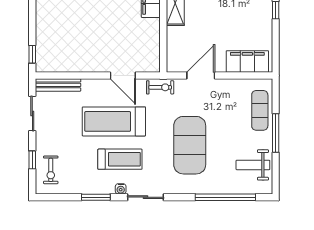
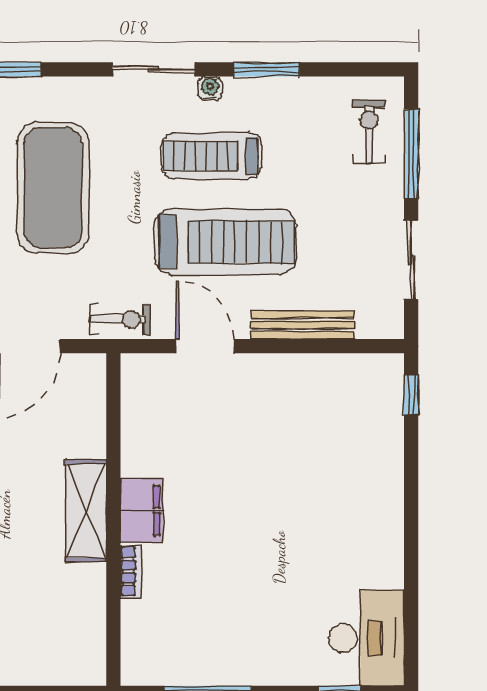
bench: (58, 85) -> (303, 325), moved
exercise bike: (160, 87) -> (120, 319), turned 180
window: (32, 160) -> (411, 154), width x2.17

